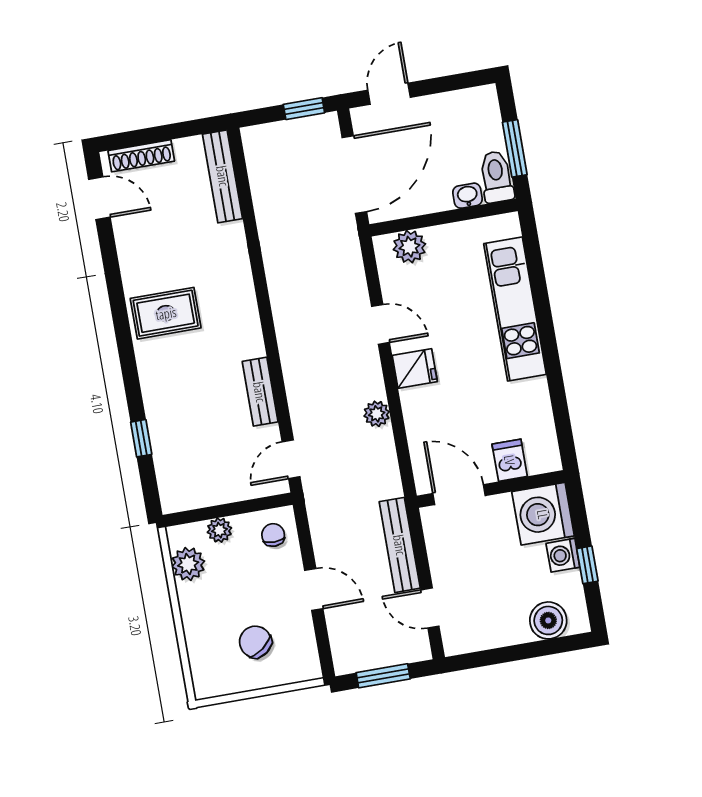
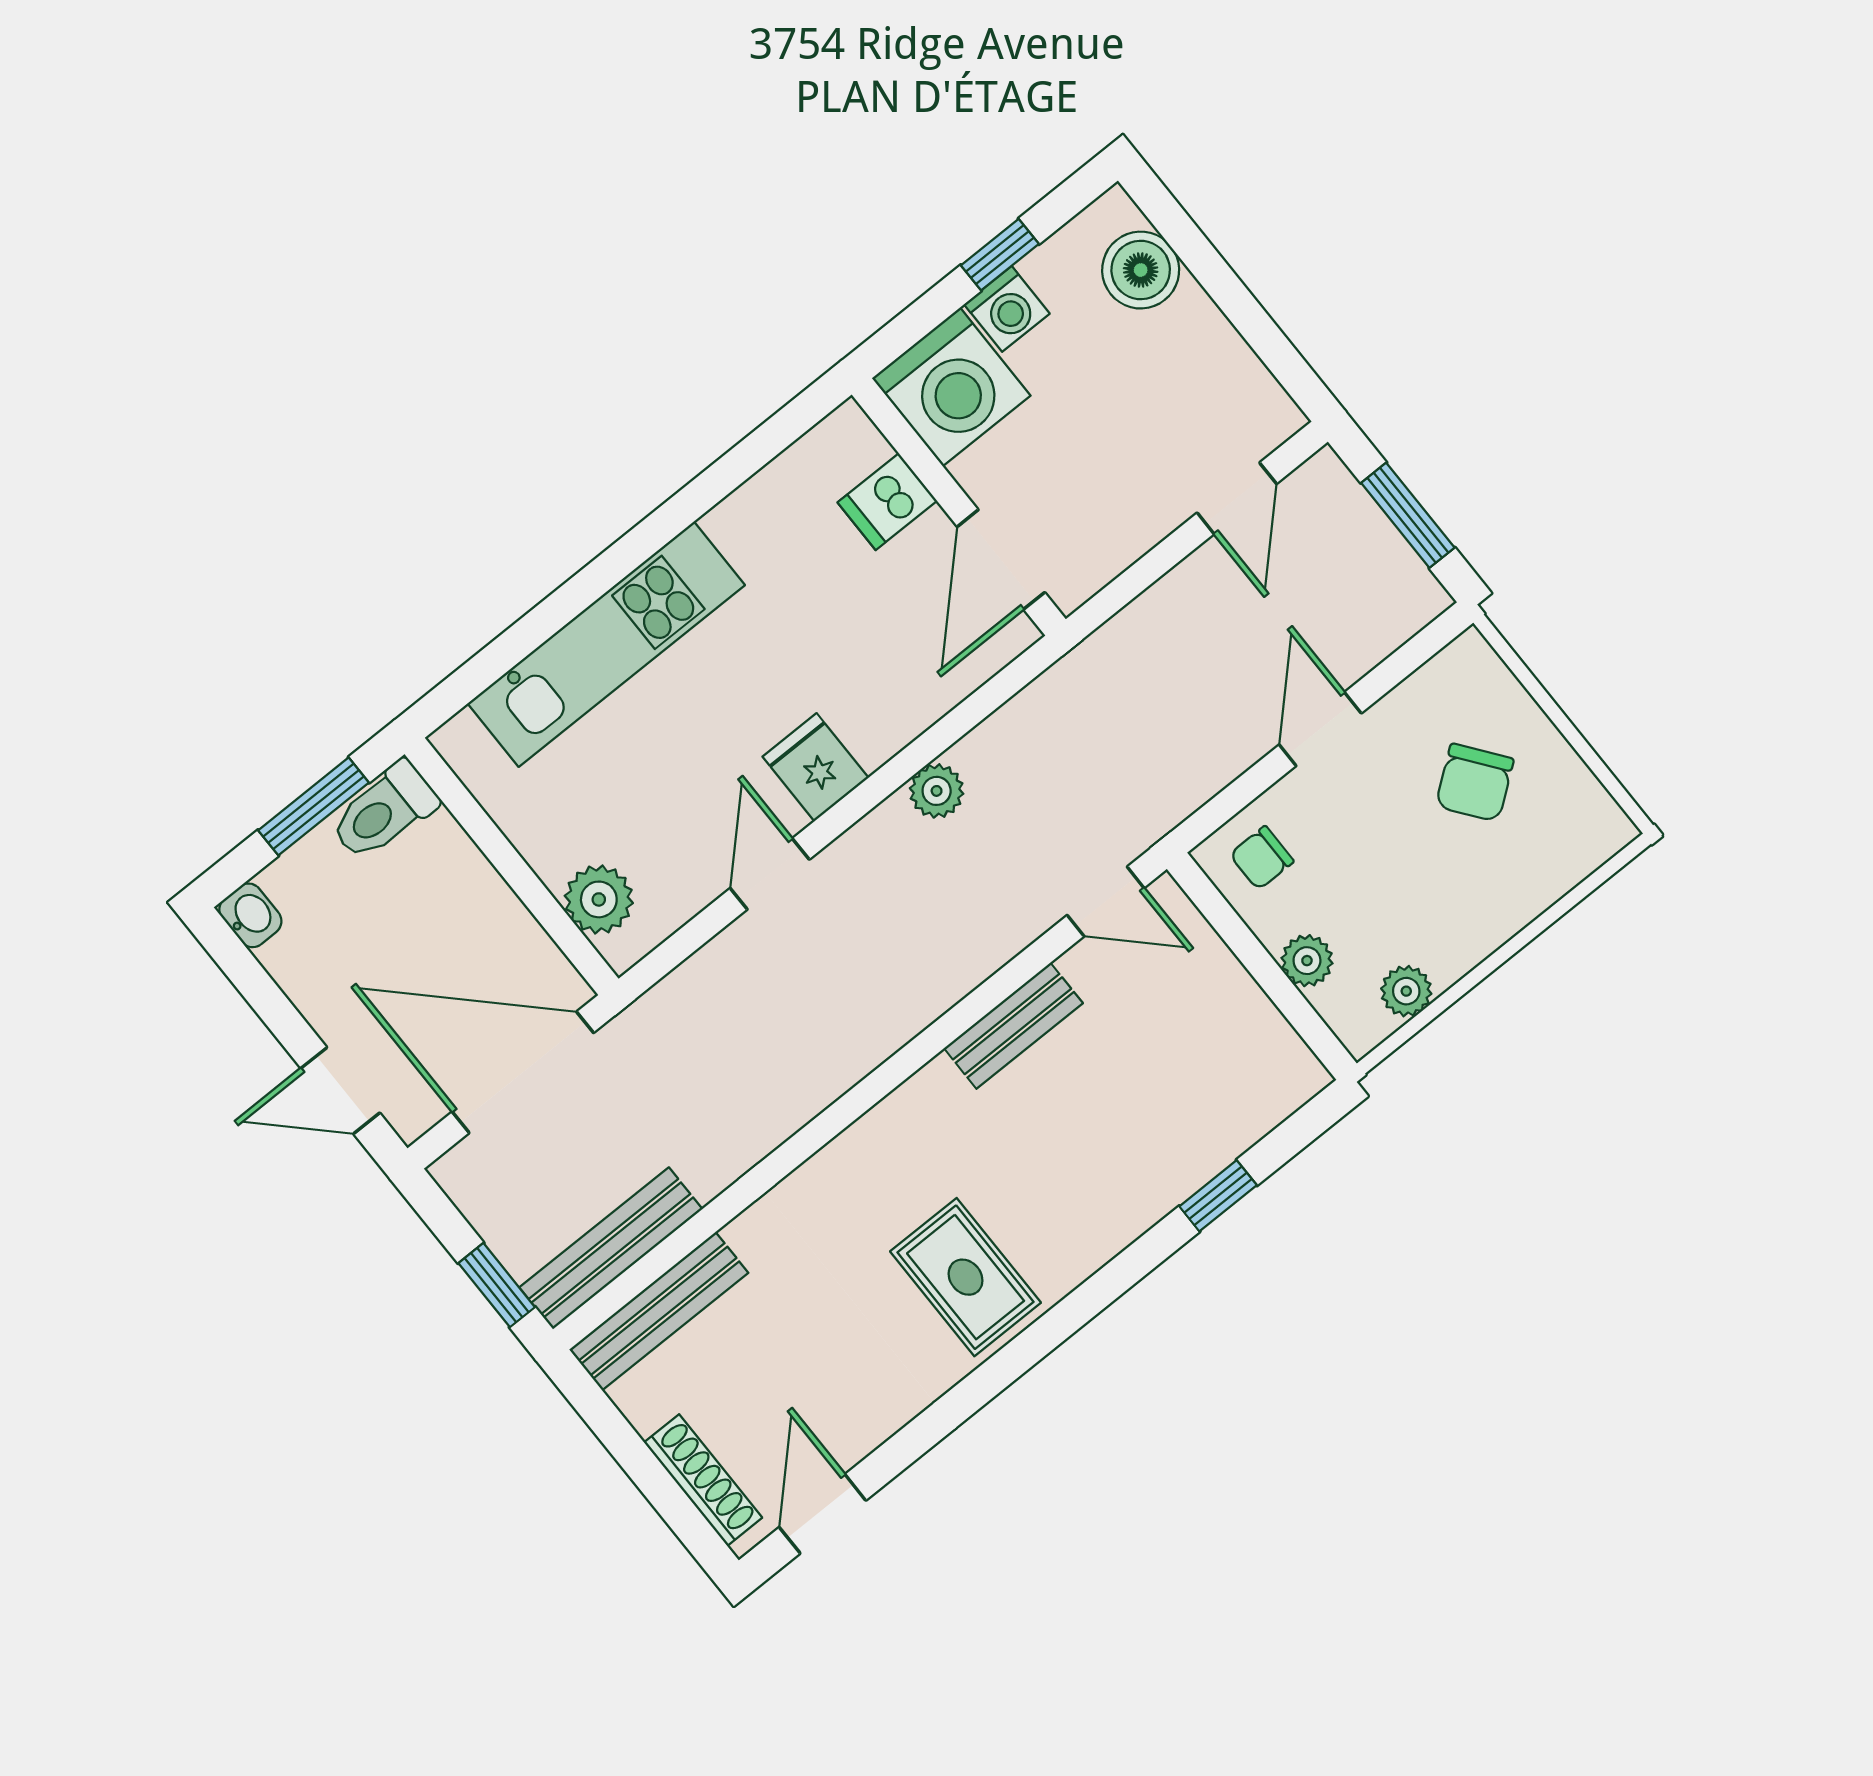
window: (304, 109) -> (497, 1285), moved
washbasin: (468, 196) -> (250, 915), moved, turned 180
bench: (400, 545) -> (611, 1248), moved
plant: (188, 564) -> (1406, 991), width x0.73, depth x0.73

